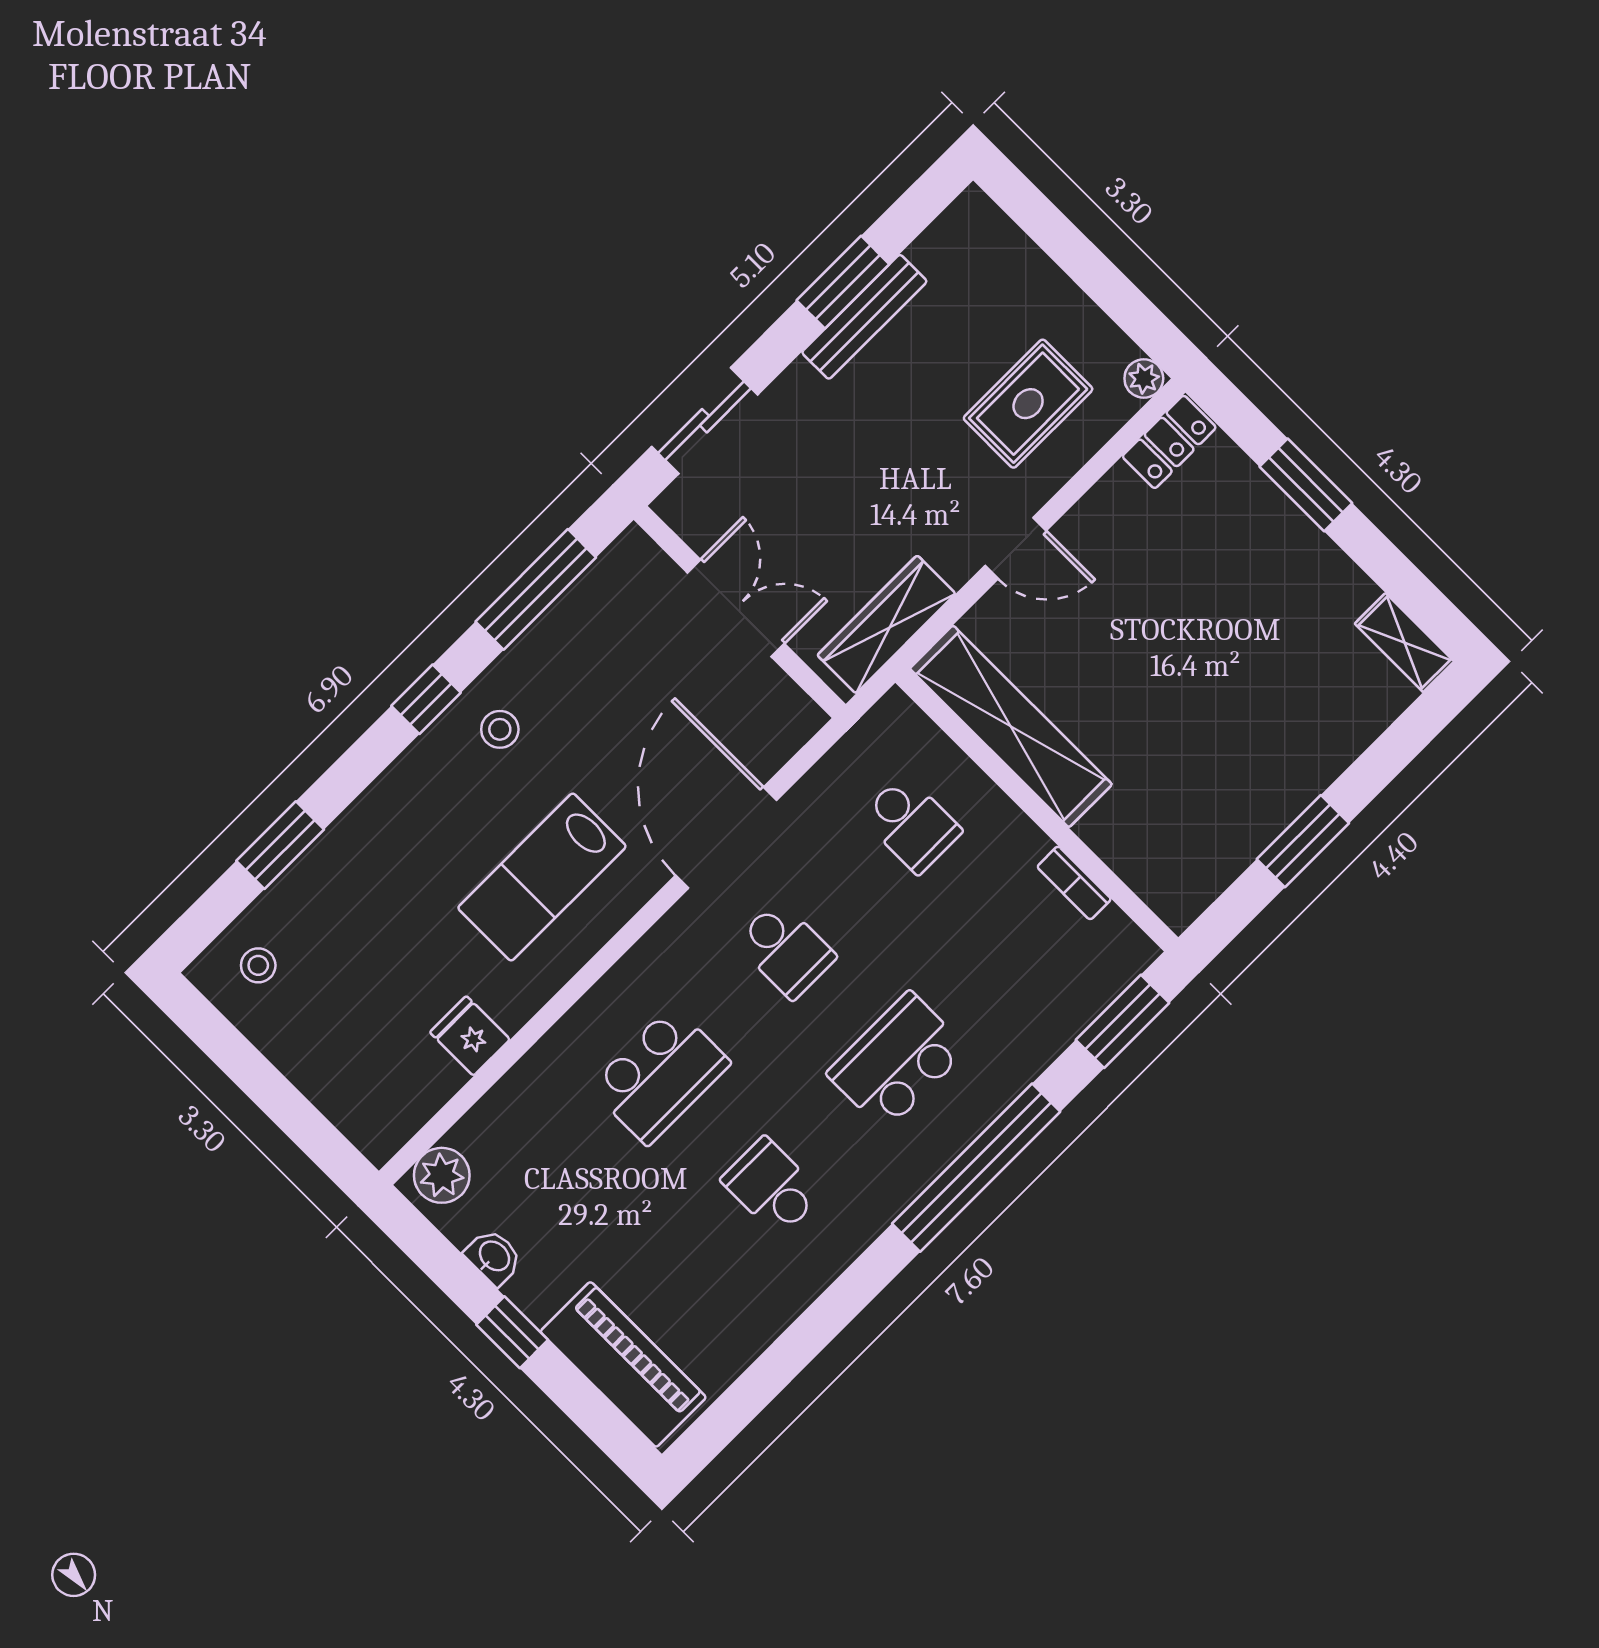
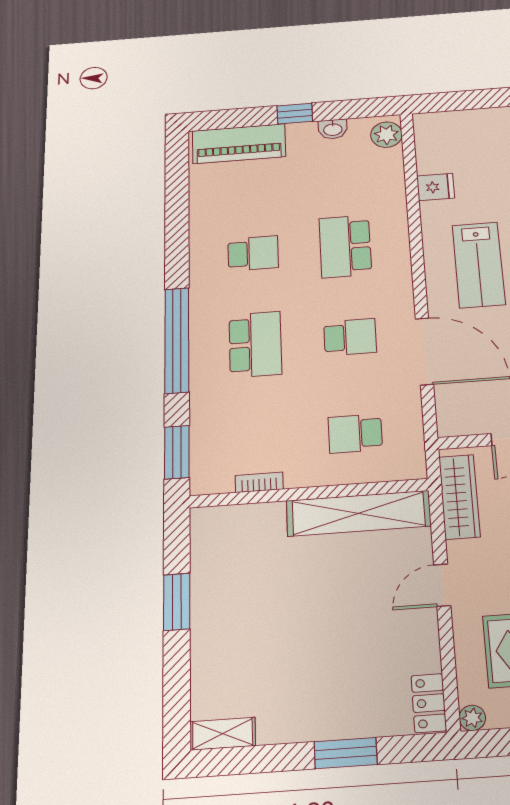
lab bench: (542, 877) -> (479, 265), turned 180
school desk: (786, 950) -> (350, 337), turned 180

